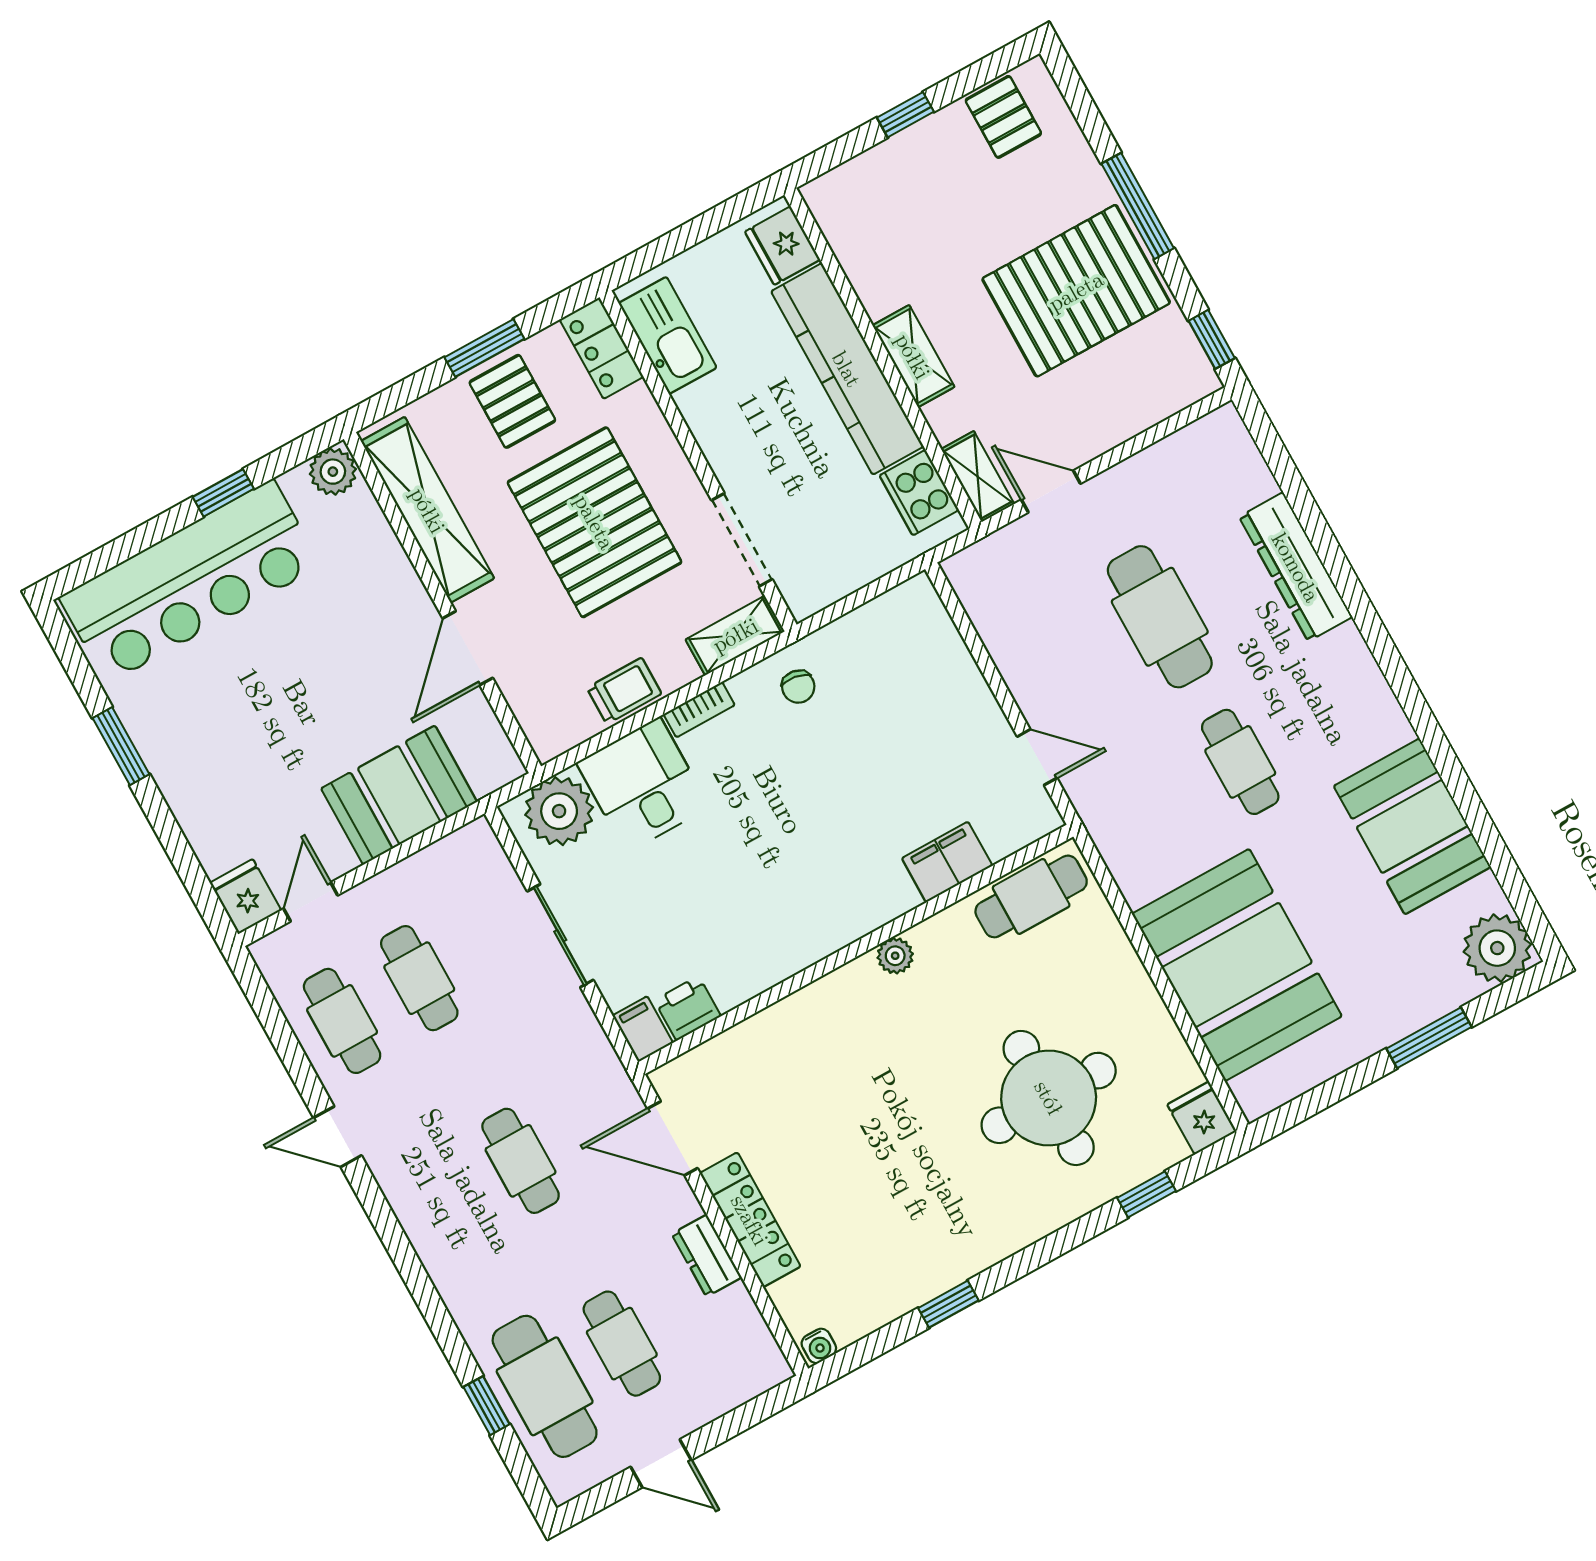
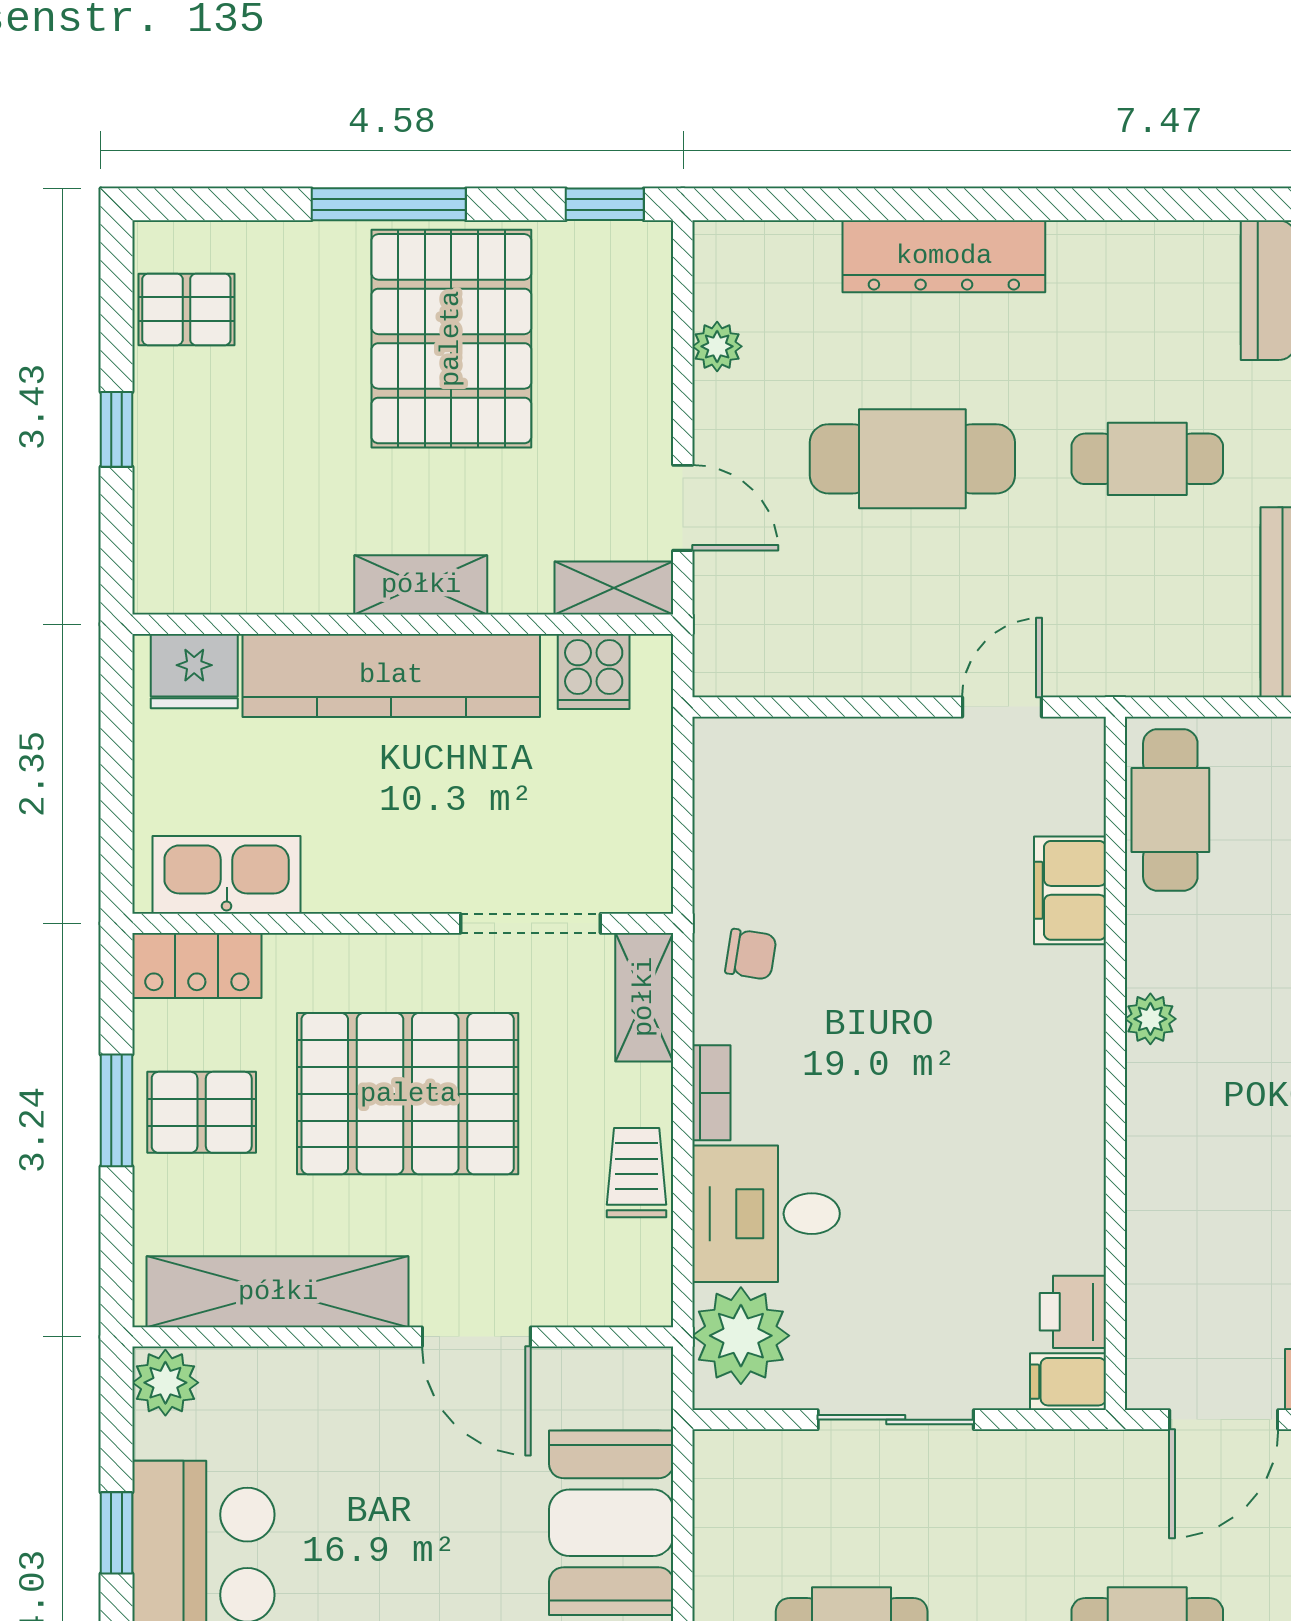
plant: (1162, 458) -> (717, 346), added
door: (1051, 492) -> (683, 508), swing flipped
cooker: (919, 493) -> (594, 672), width x0.73

